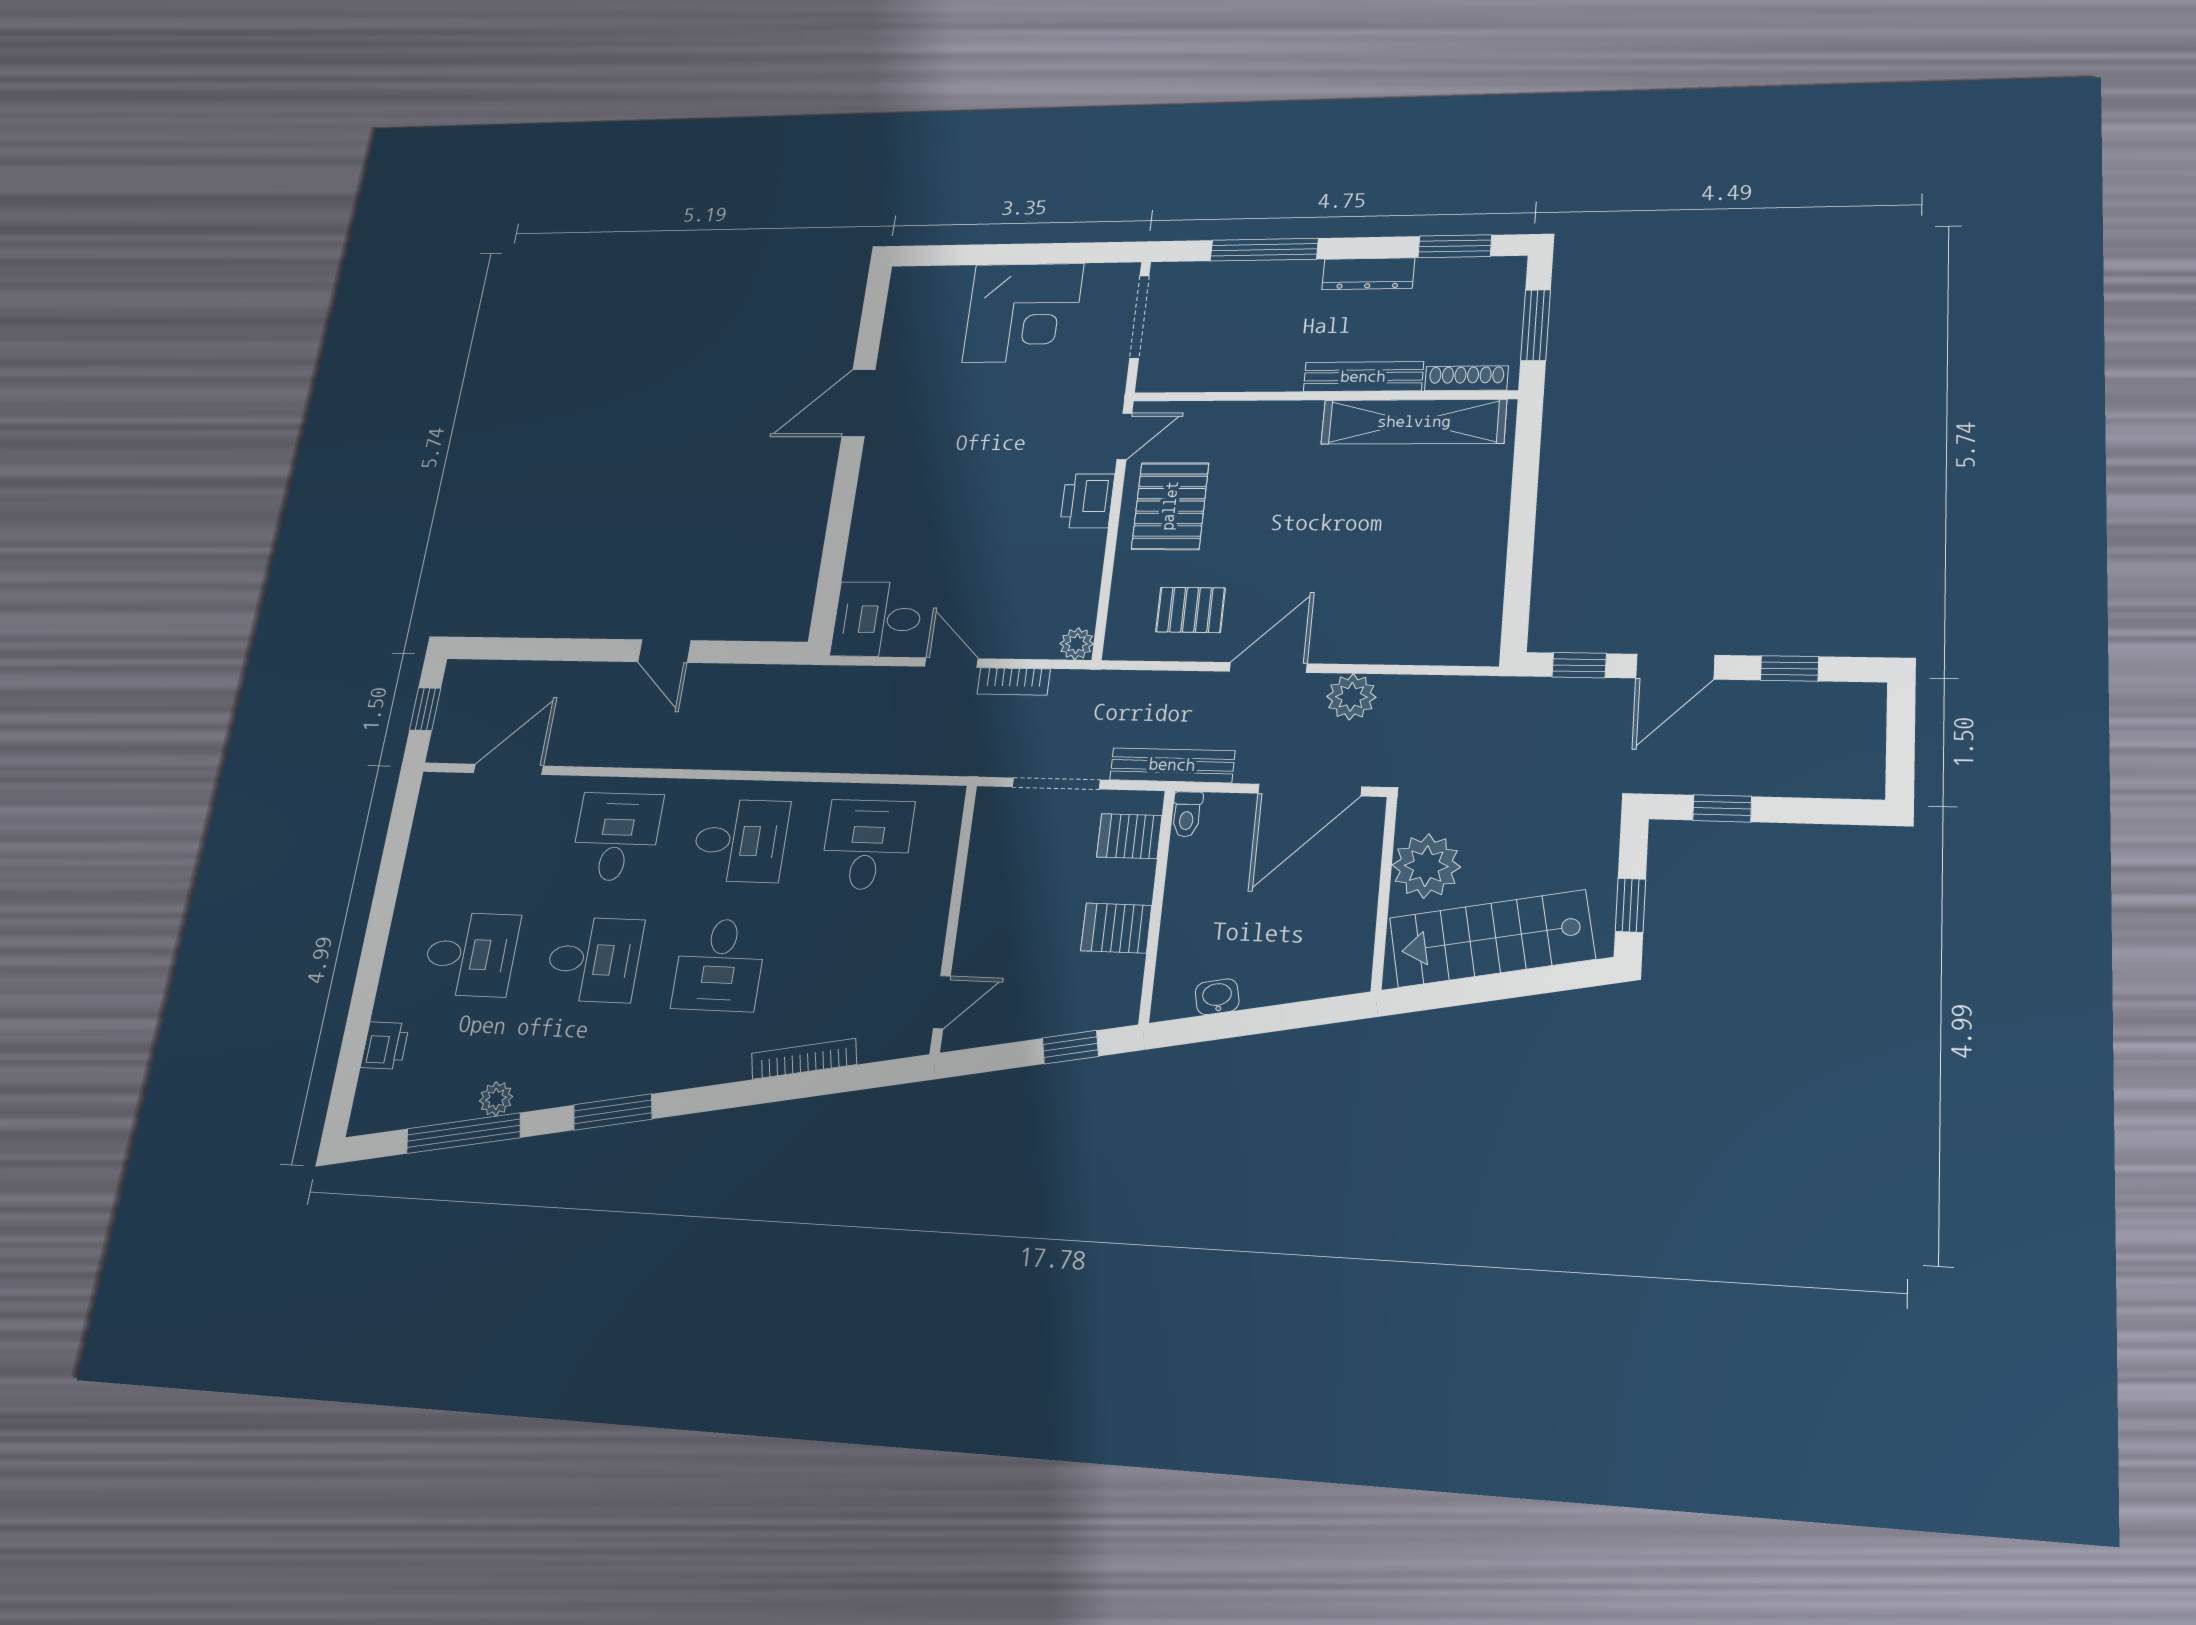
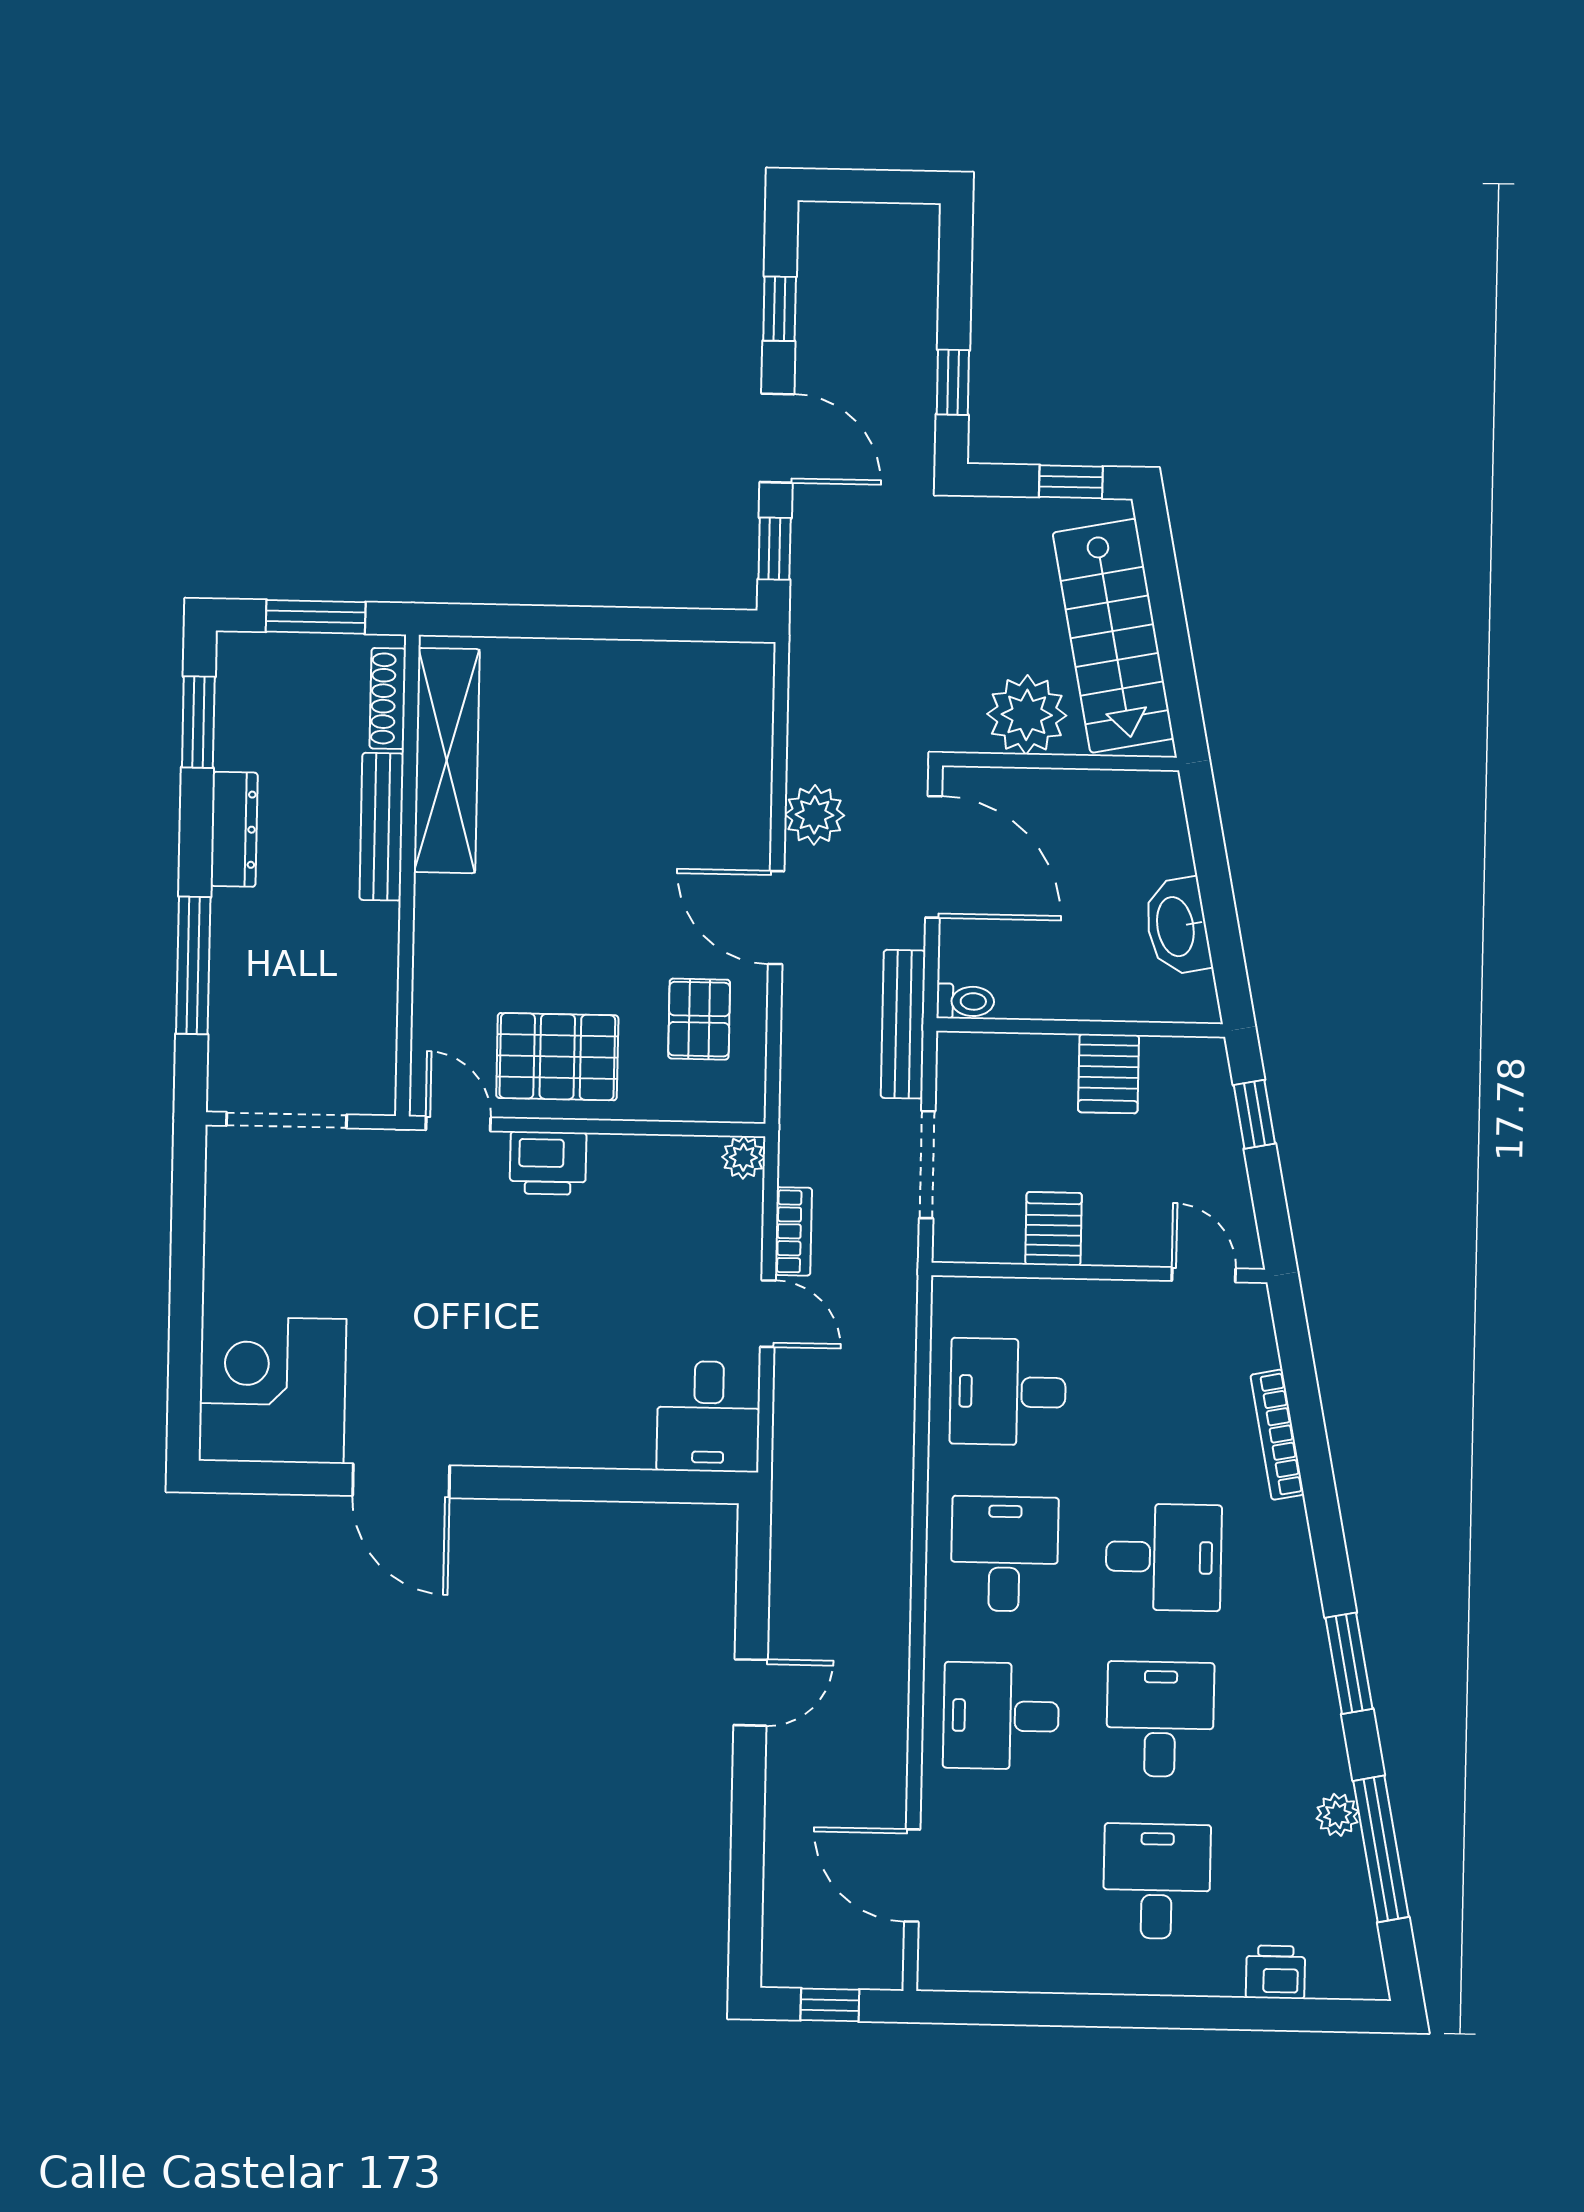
corner desk: (1023, 313) -> (272, 1390), moved, turned -90
door: (951, 662) -> (768, 1314), swing flipped
server rack: (1129, 836) -> (1054, 1229), moved, turned 180
washbasin: (1217, 997) -> (1177, 926), width x1.91, depth x1.45

